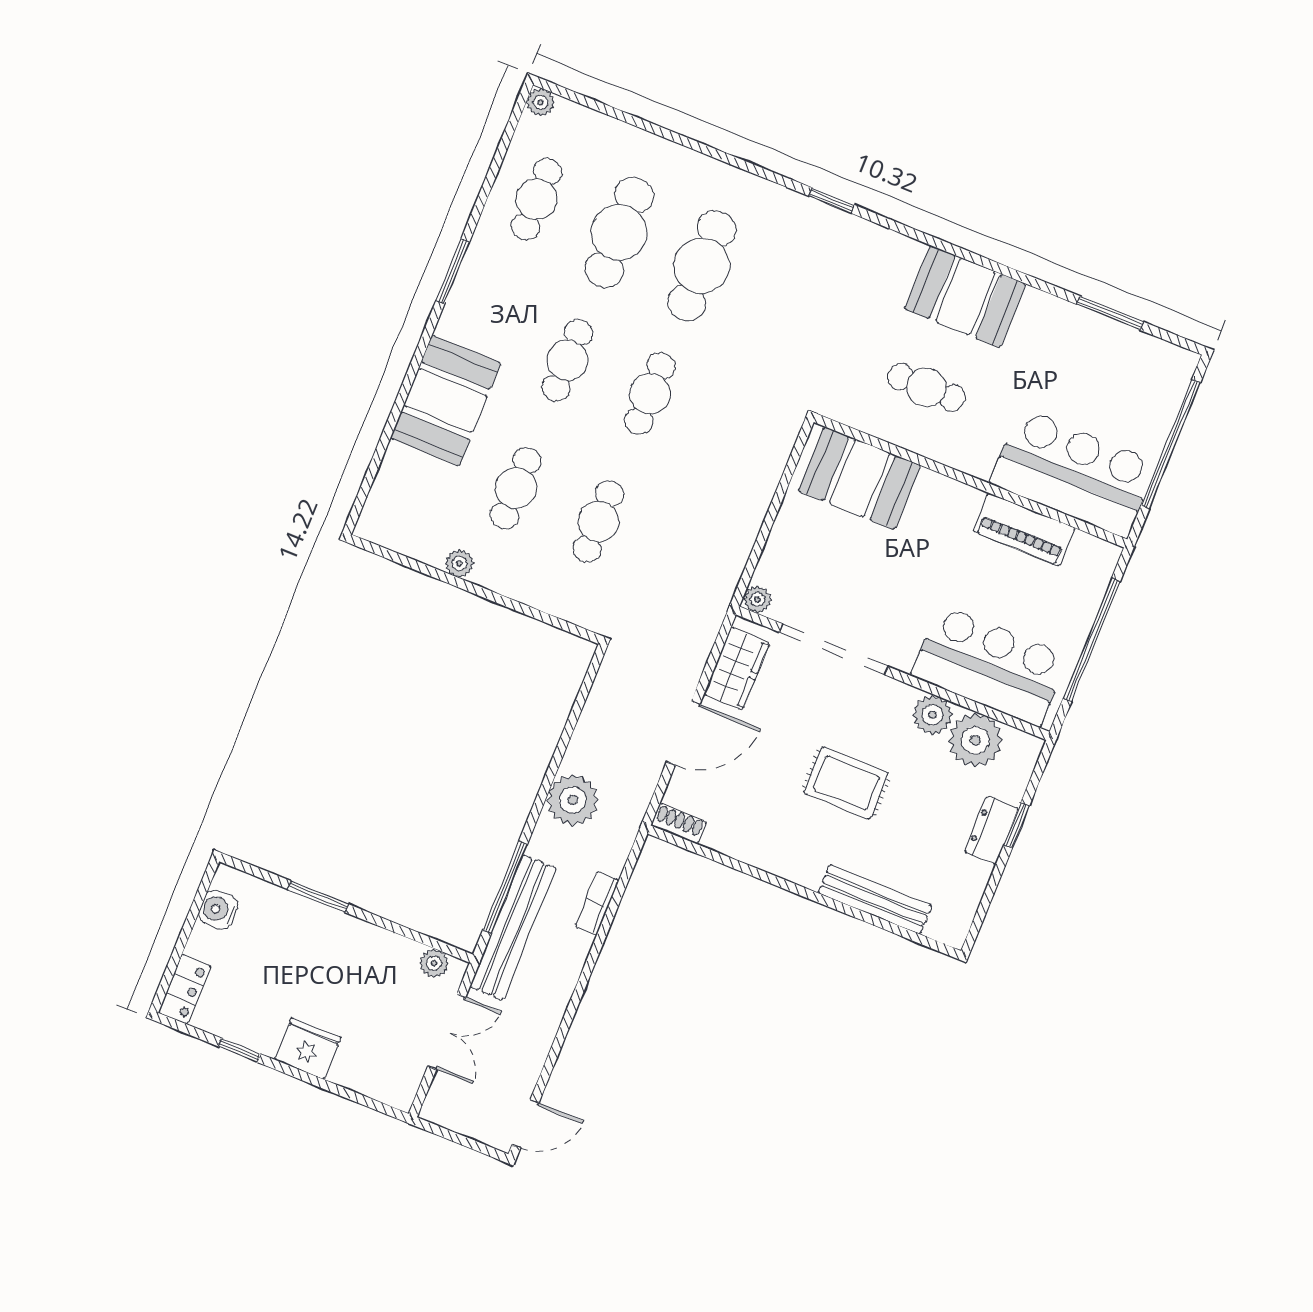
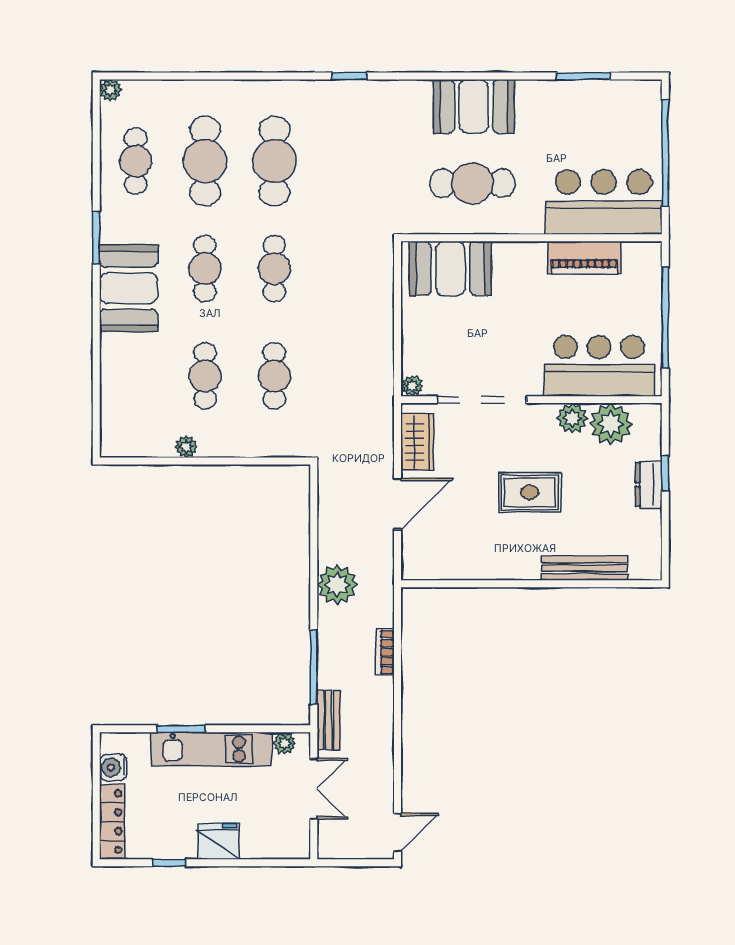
cafe table: (926, 387) -> (472, 183), width x1.37, depth x1.35
booth: (446, 401) -> (129, 288), moved
shoe rack: (679, 824) -> (421, 571), removed
bench: (513, 927) -> (329, 720), width x0.54, depth x0.82
kitchen unit: (344, 935) -> (211, 749), added
locker: (185, 989) -> (112, 822), width x1.53

